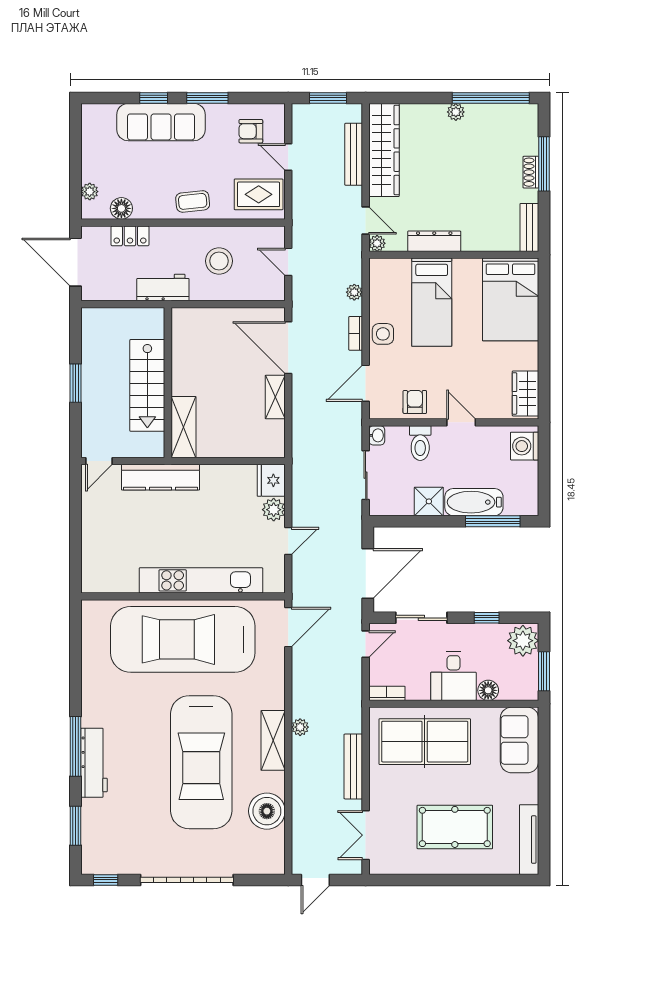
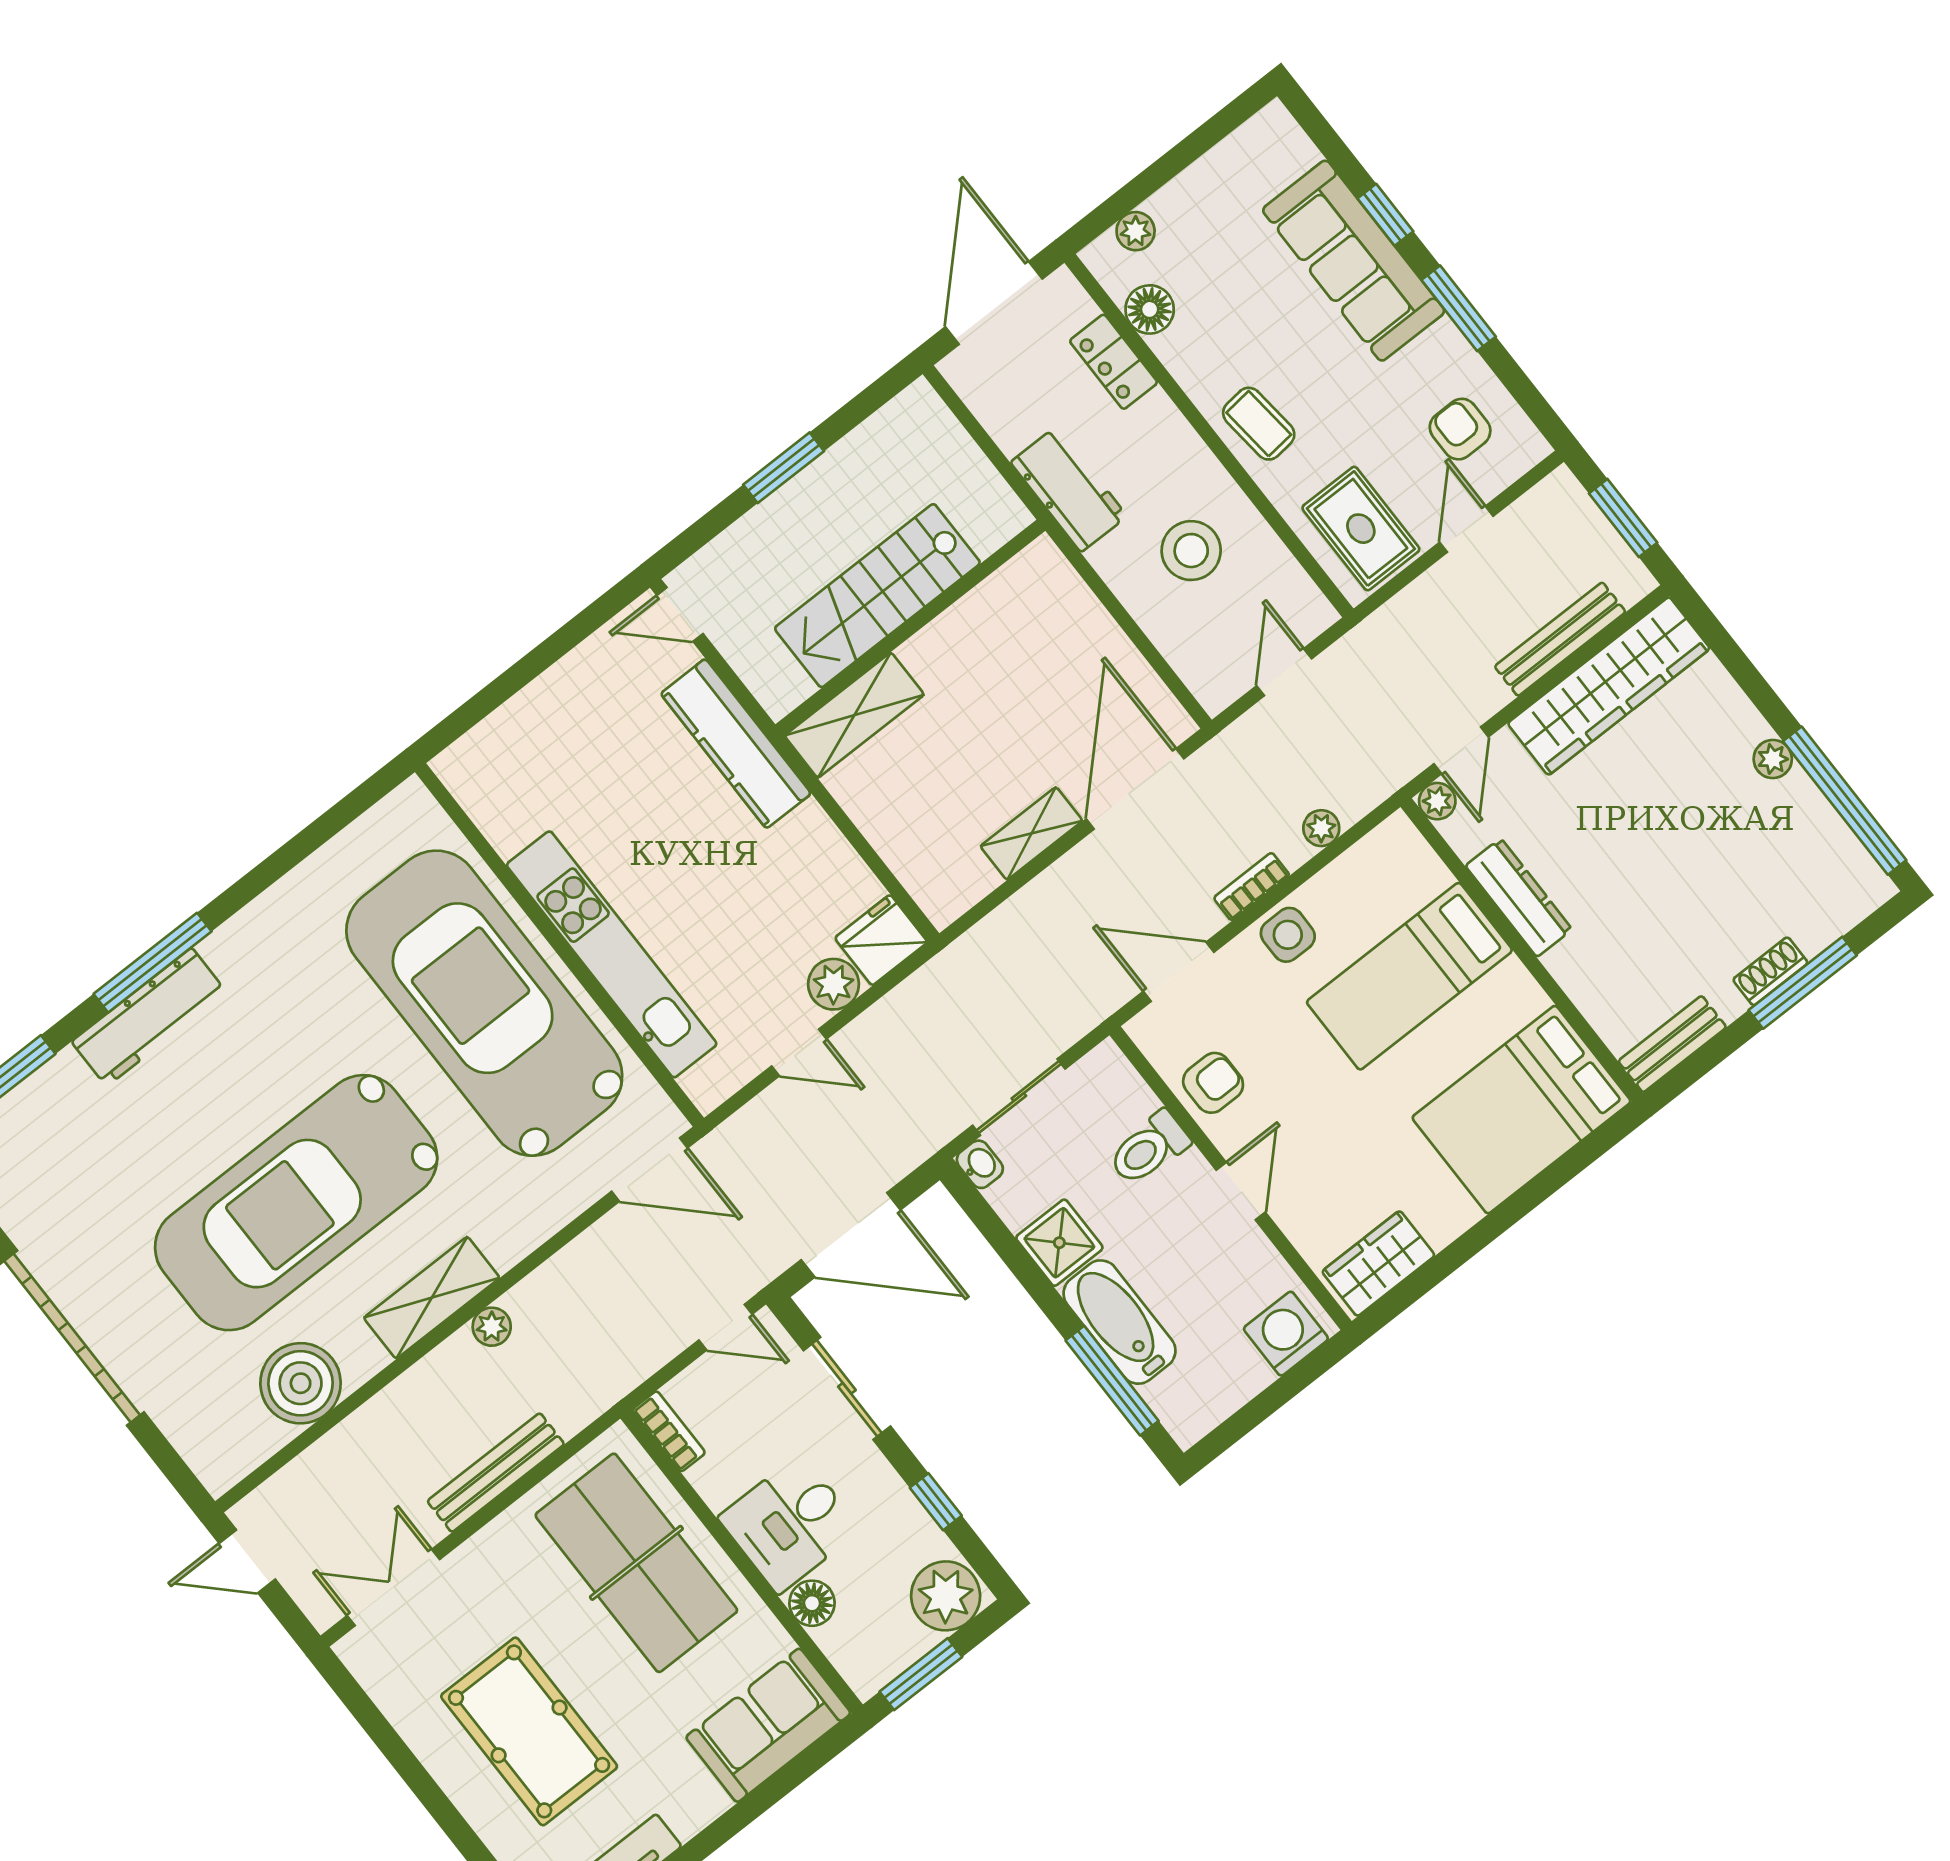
washbasin: (377, 435) -> (980, 1164), moved, turned -90

